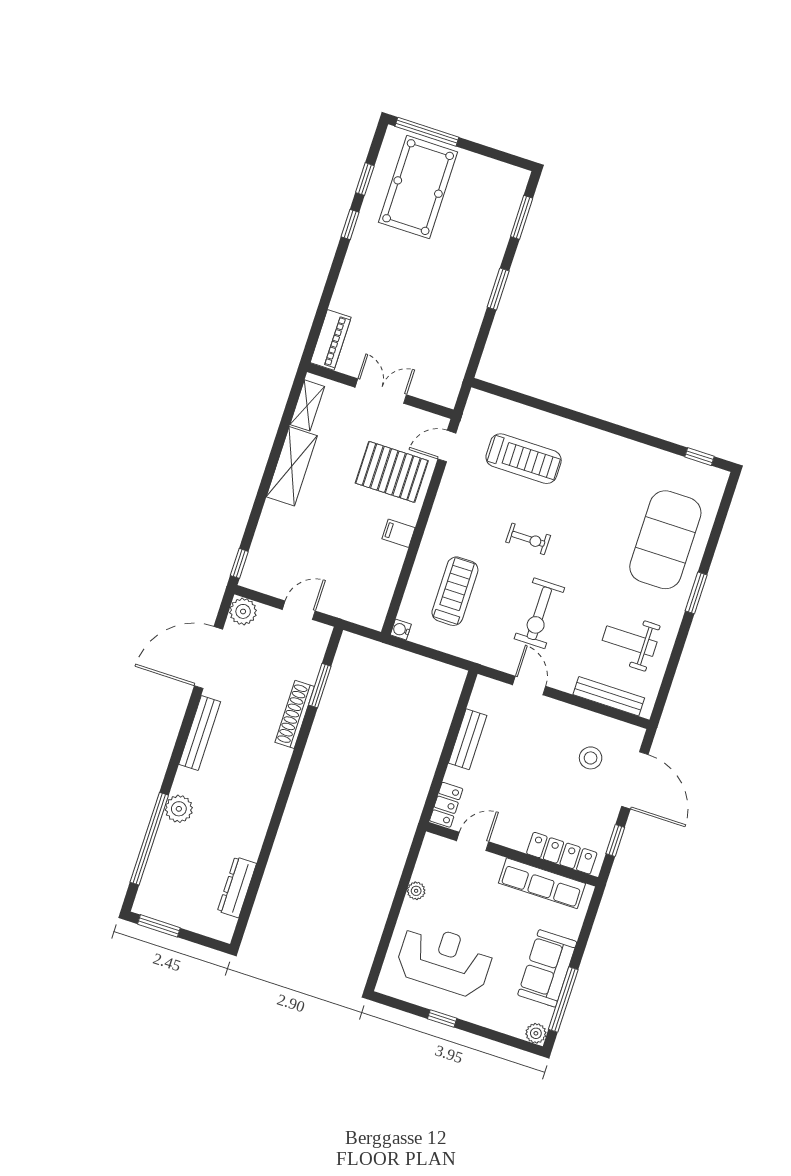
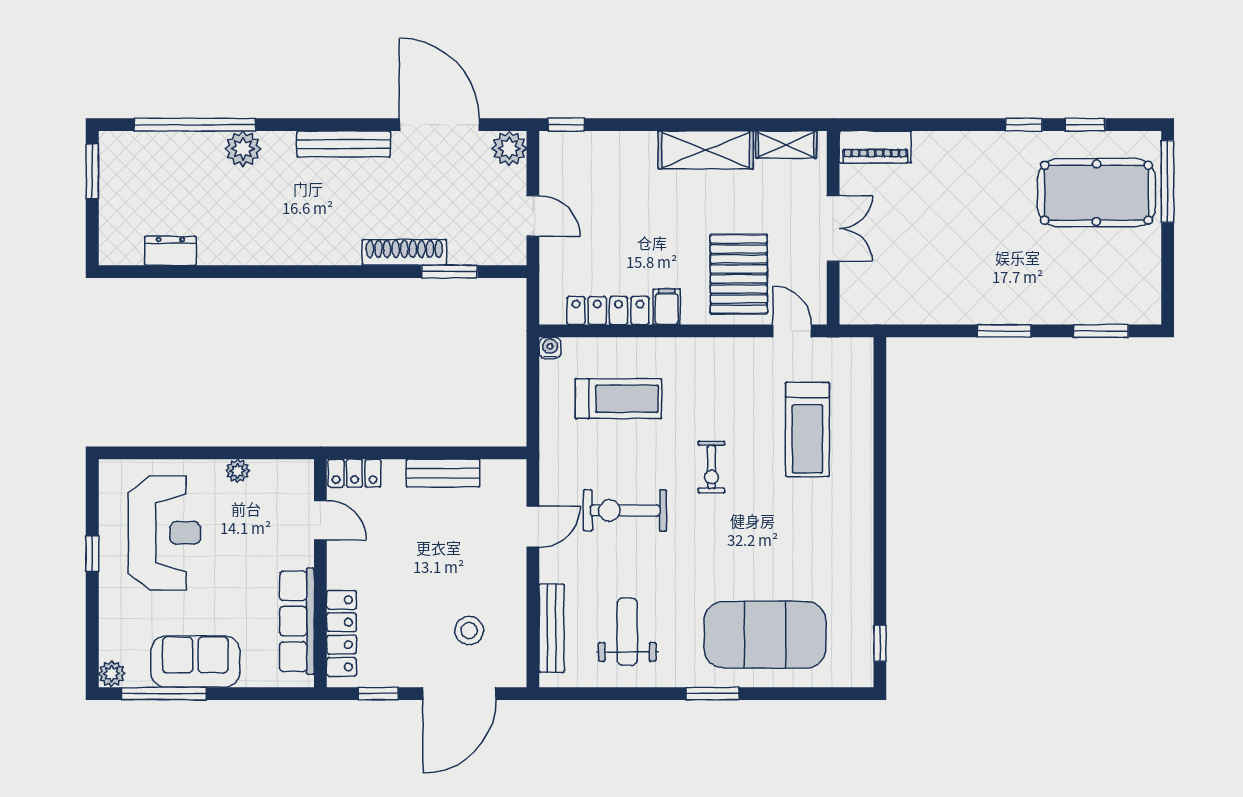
locker: (387, 578) -> (608, 311), added
dresser: (237, 887) -> (170, 251), width x0.70

